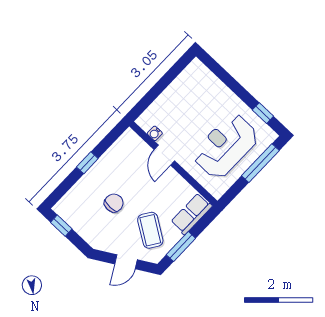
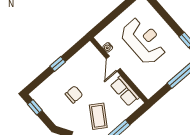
reception desk: (226, 146) -> (144, 41), moved, turned 90
row of seats: (191, 214) -> (125, 91), moved, turned -90

